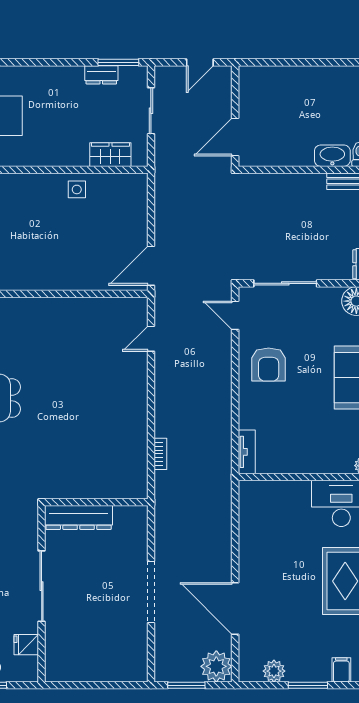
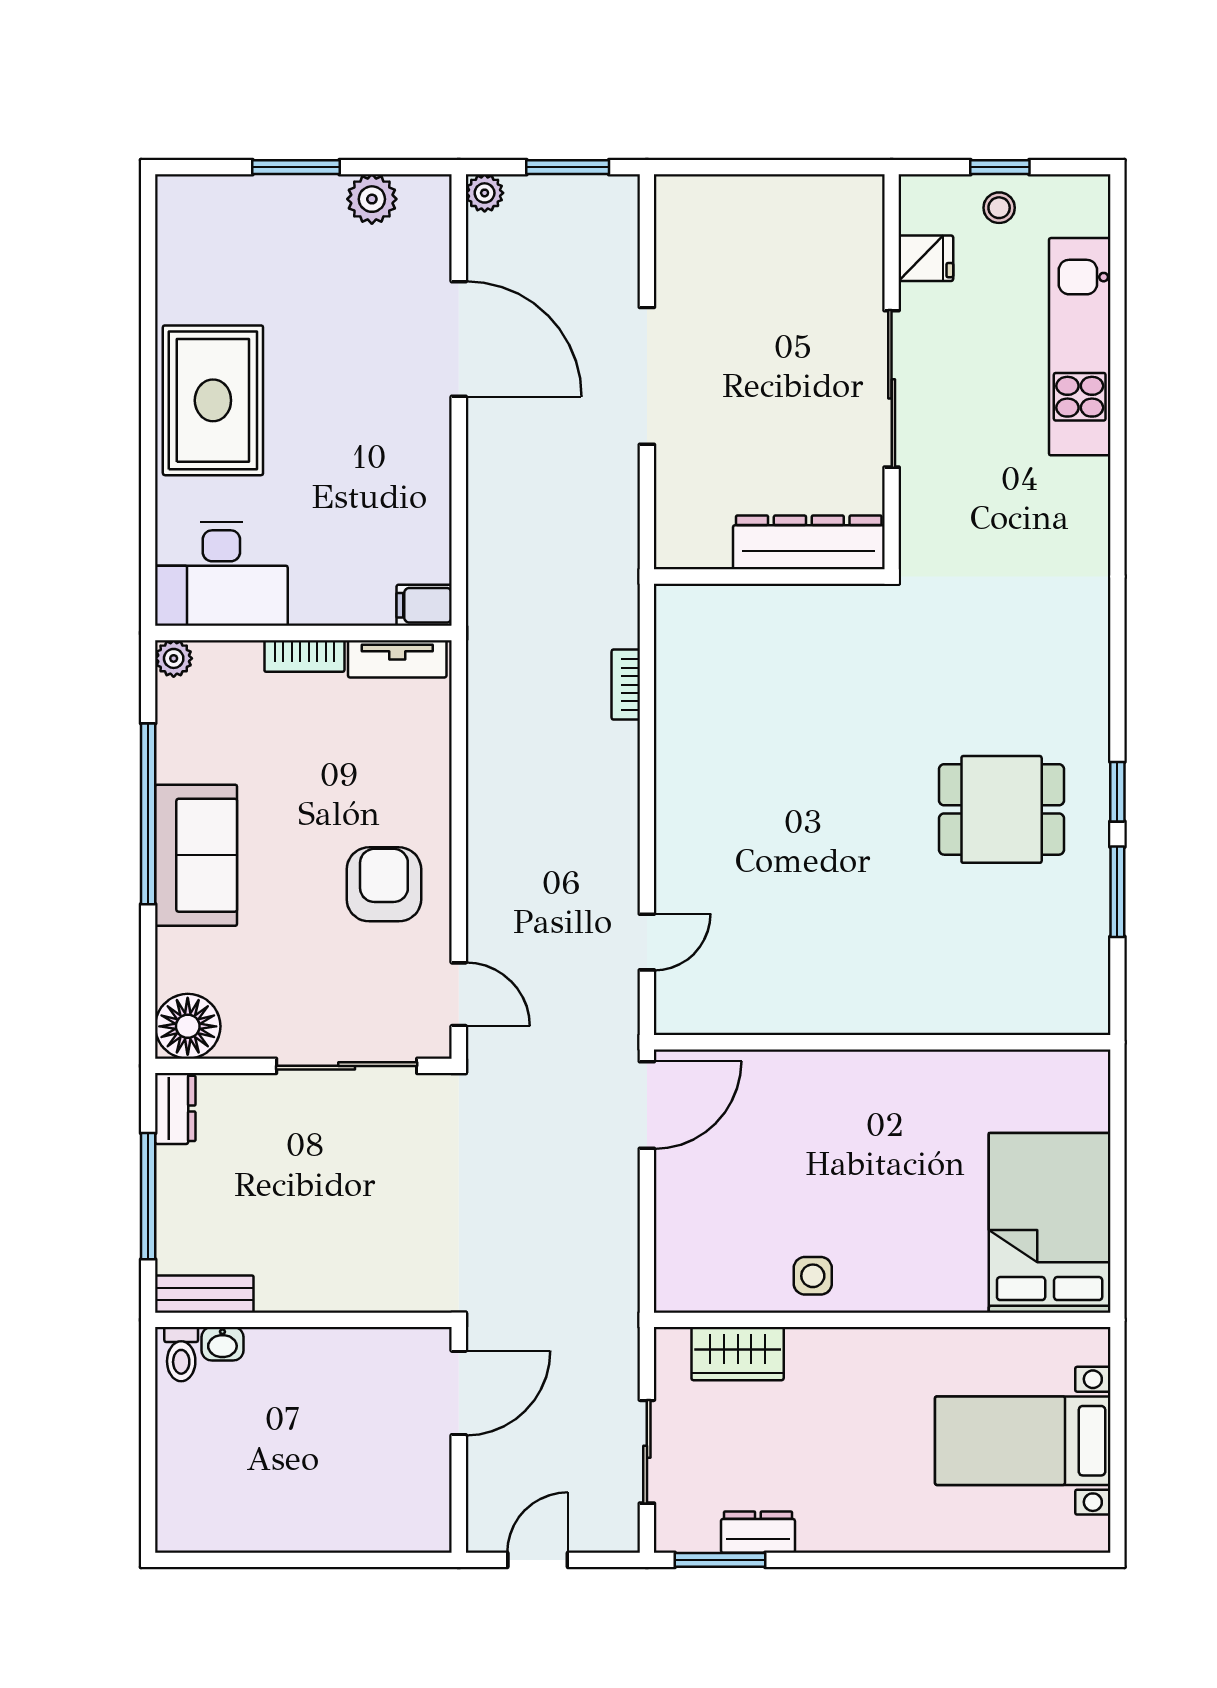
washbasin: (332, 156) -> (222, 1344), width x0.52, depth x0.69
tv unit: (247, 452) -> (397, 659), moved, turned -90
bookcase: (304, 467) -> (304, 656), added
plant: (216, 666) -> (485, 193), width x0.53, depth x0.53
filing cabinet: (341, 670) -> (424, 605), moved, turned 90

